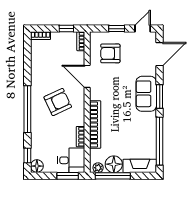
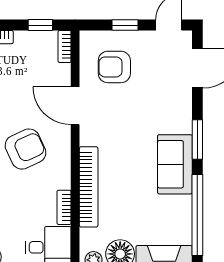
sofa: (146, 94) -> (175, 164), moved

